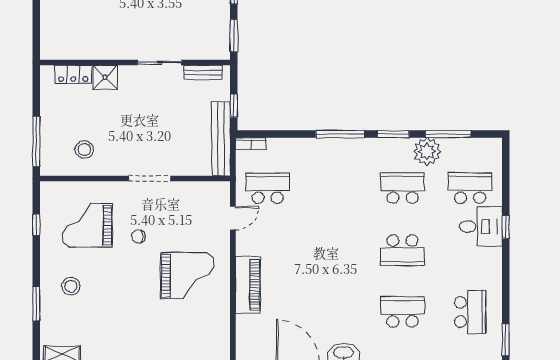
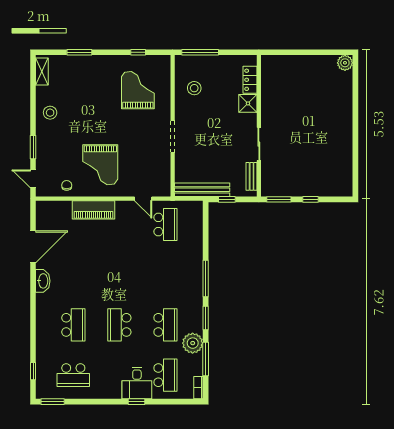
bookcase: (251, 144) -> (198, 388), moved
chair: (138, 236) -> (67, 185), moved
stool: (71, 286) -> (50, 113), moved

